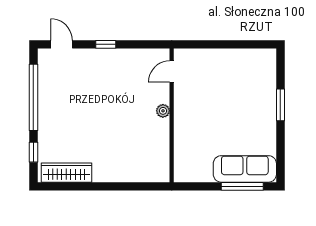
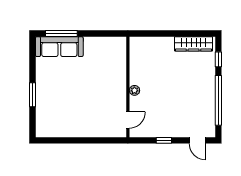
door: (172, 71) -> (128, 120), moved
plant: (163, 111) -> (134, 90), moved
wall: (172, 115) -> (128, 87), moved

